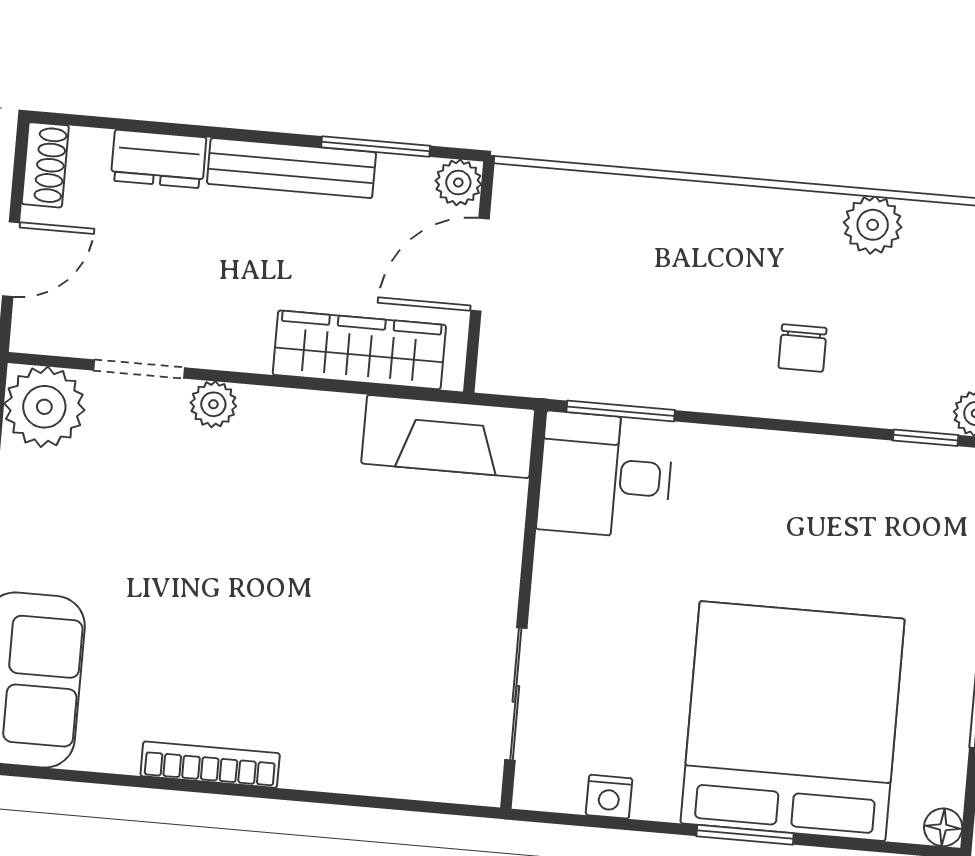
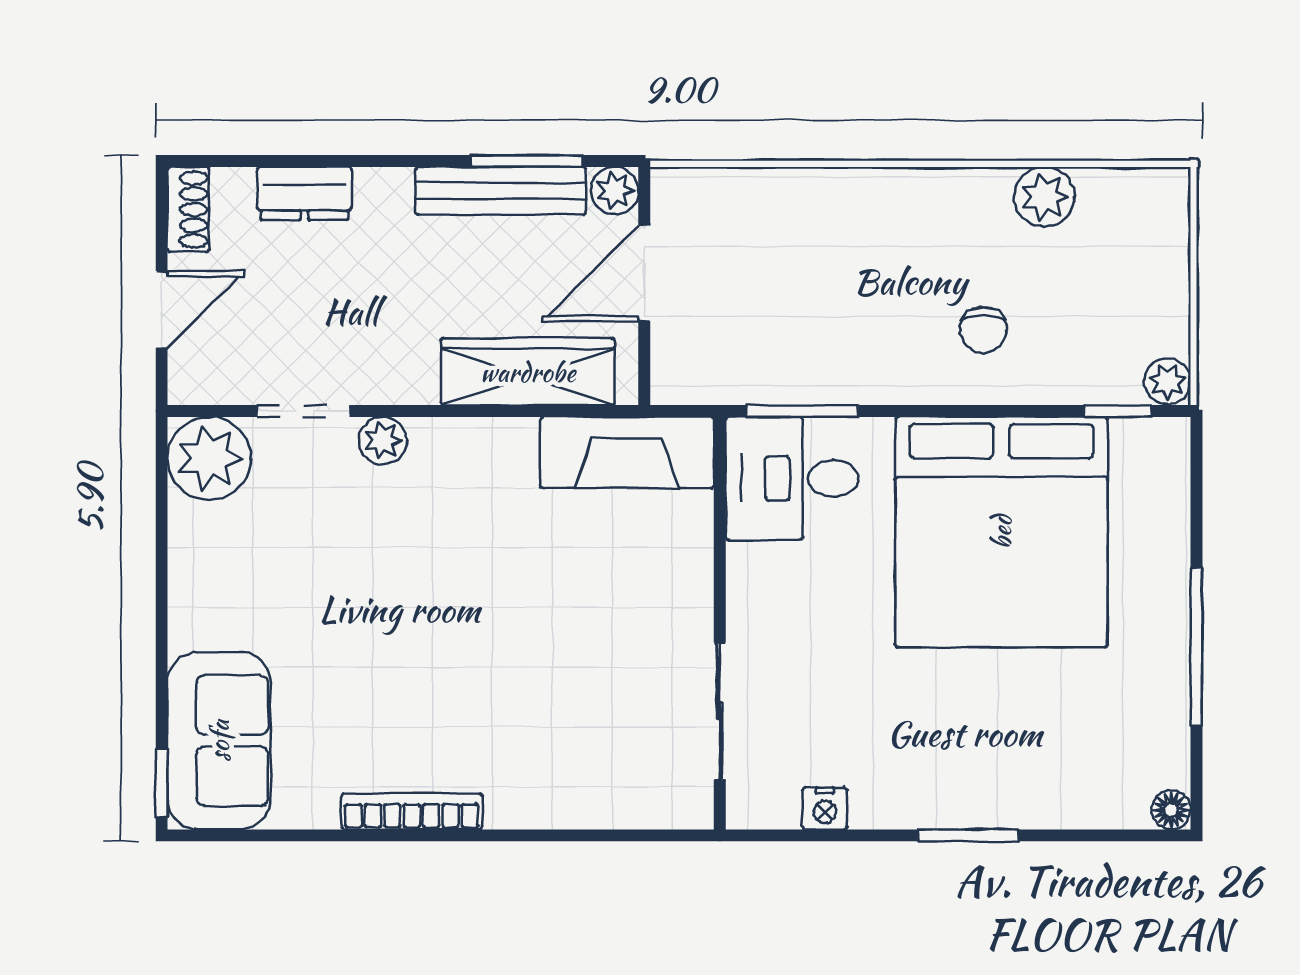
bench: (291, 168) -> (501, 191), moved
bed: (793, 721) -> (1001, 532), moved, turned 180

